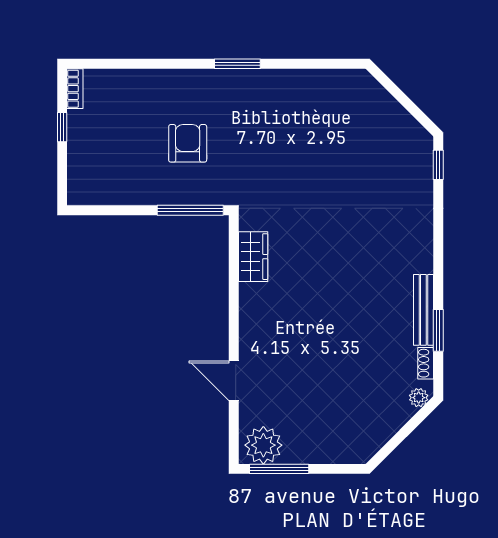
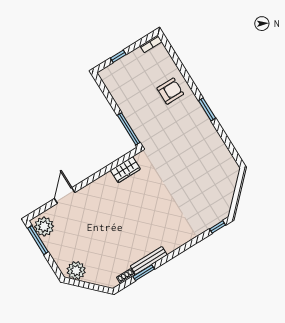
window: (62, 127) -> (118, 56), moved
armchair: (188, 143) -> (170, 91), moved
plant: (419, 398) -> (76, 271), moved, width x1.87, depth x1.87

